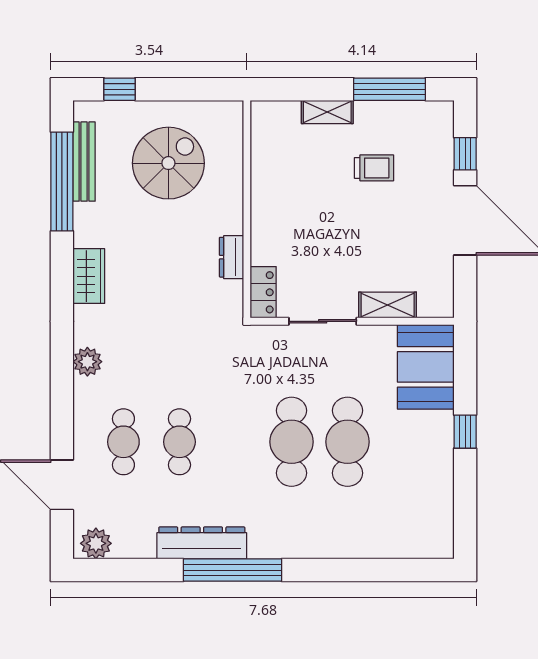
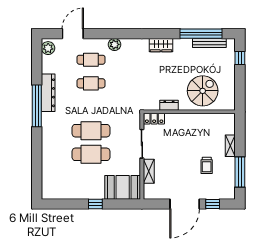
spiral stairs: (168, 163) -> (203, 91), moved, turned -90
plant: (87, 362) -> (114, 44), moved

